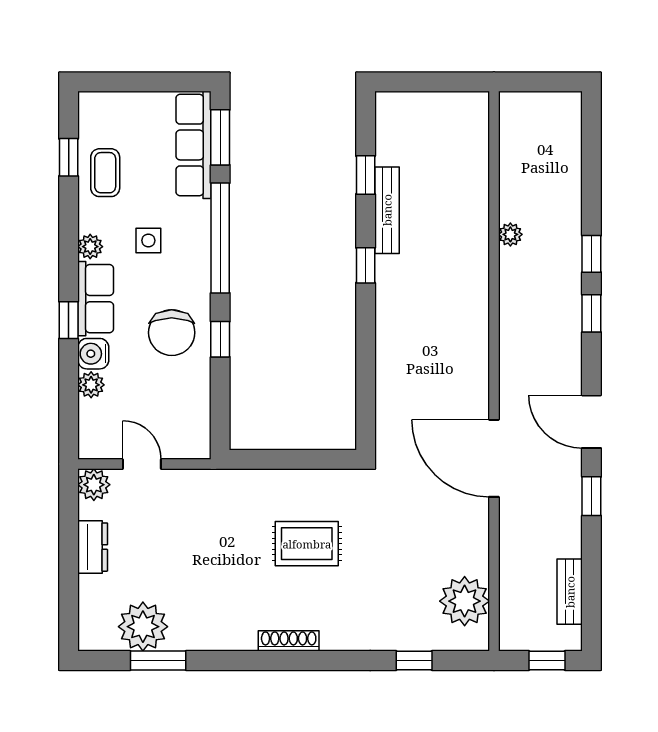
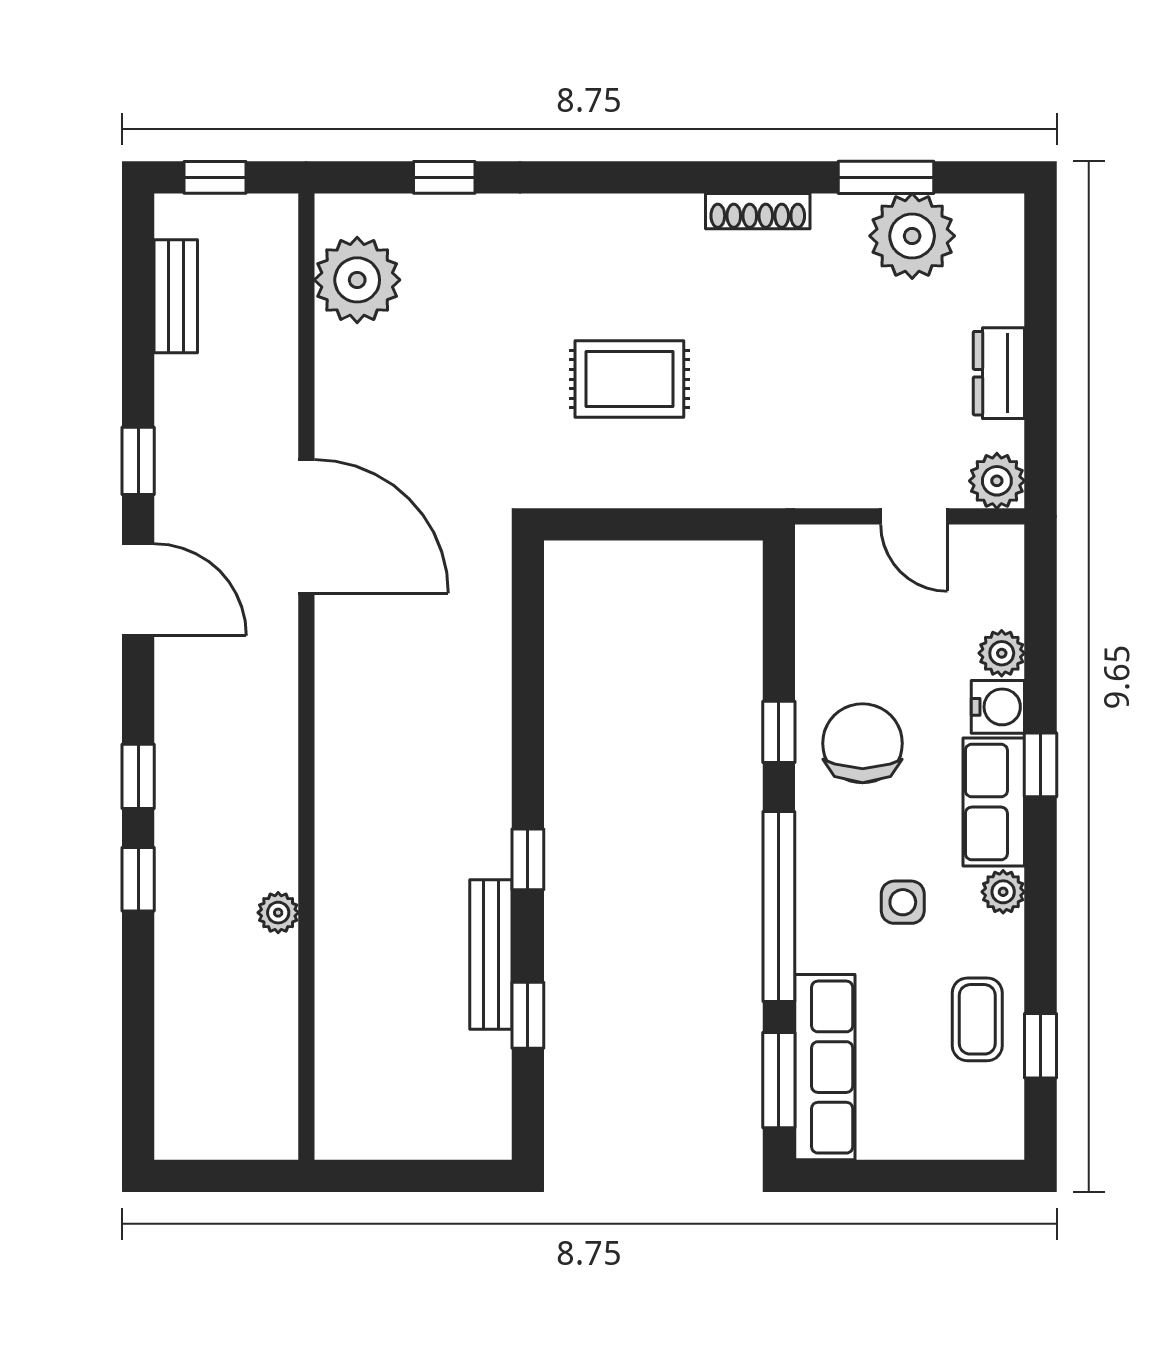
shoe rack: (289, 641) -> (758, 211), moved

